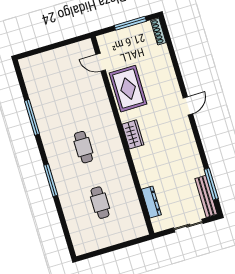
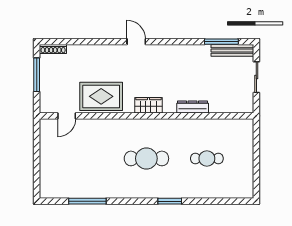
window: (32, 117) -> (87, 201), moved
cafe table: (83, 147) -> (146, 158), width x1.37, depth x1.35
window: (51, 180) -> (170, 201), width x0.69
dresser: (151, 202) -> (193, 107), moved

